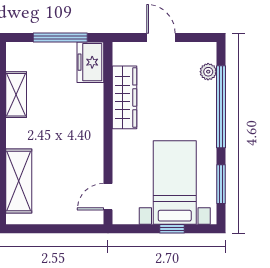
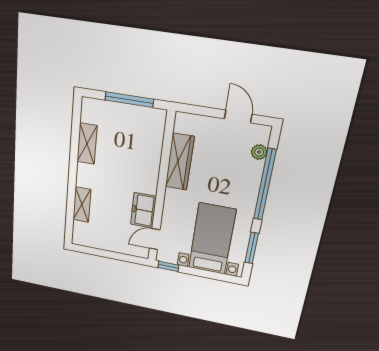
door: (161, 37) -> (238, 117), moved
freezer: (90, 62) -> (143, 210), moved
shelving: (19, 181) -> (82, 205), width x0.67, depth x0.75
window: (172, 229) -> (168, 266), moved

